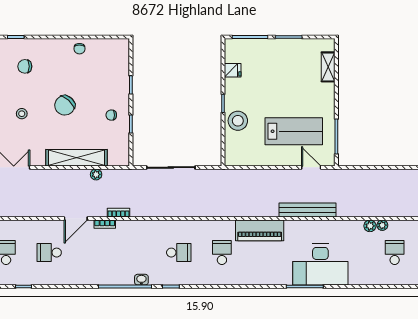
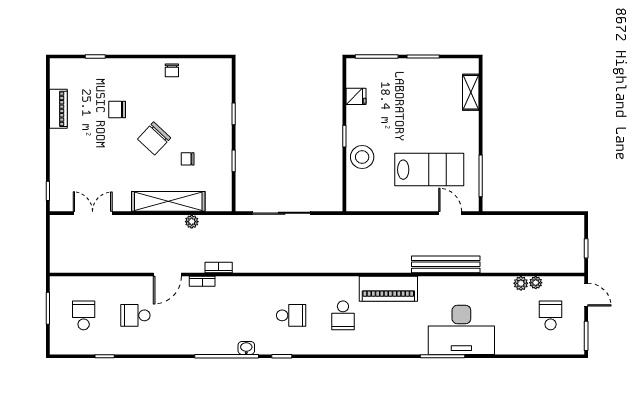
chair: (25, 66) -> (117, 110), moved
stool: (22, 114) -> (102, 149), removed
chair: (111, 115) -> (188, 159), moved
school desk: (222, 253) -> (343, 315), turned 180

